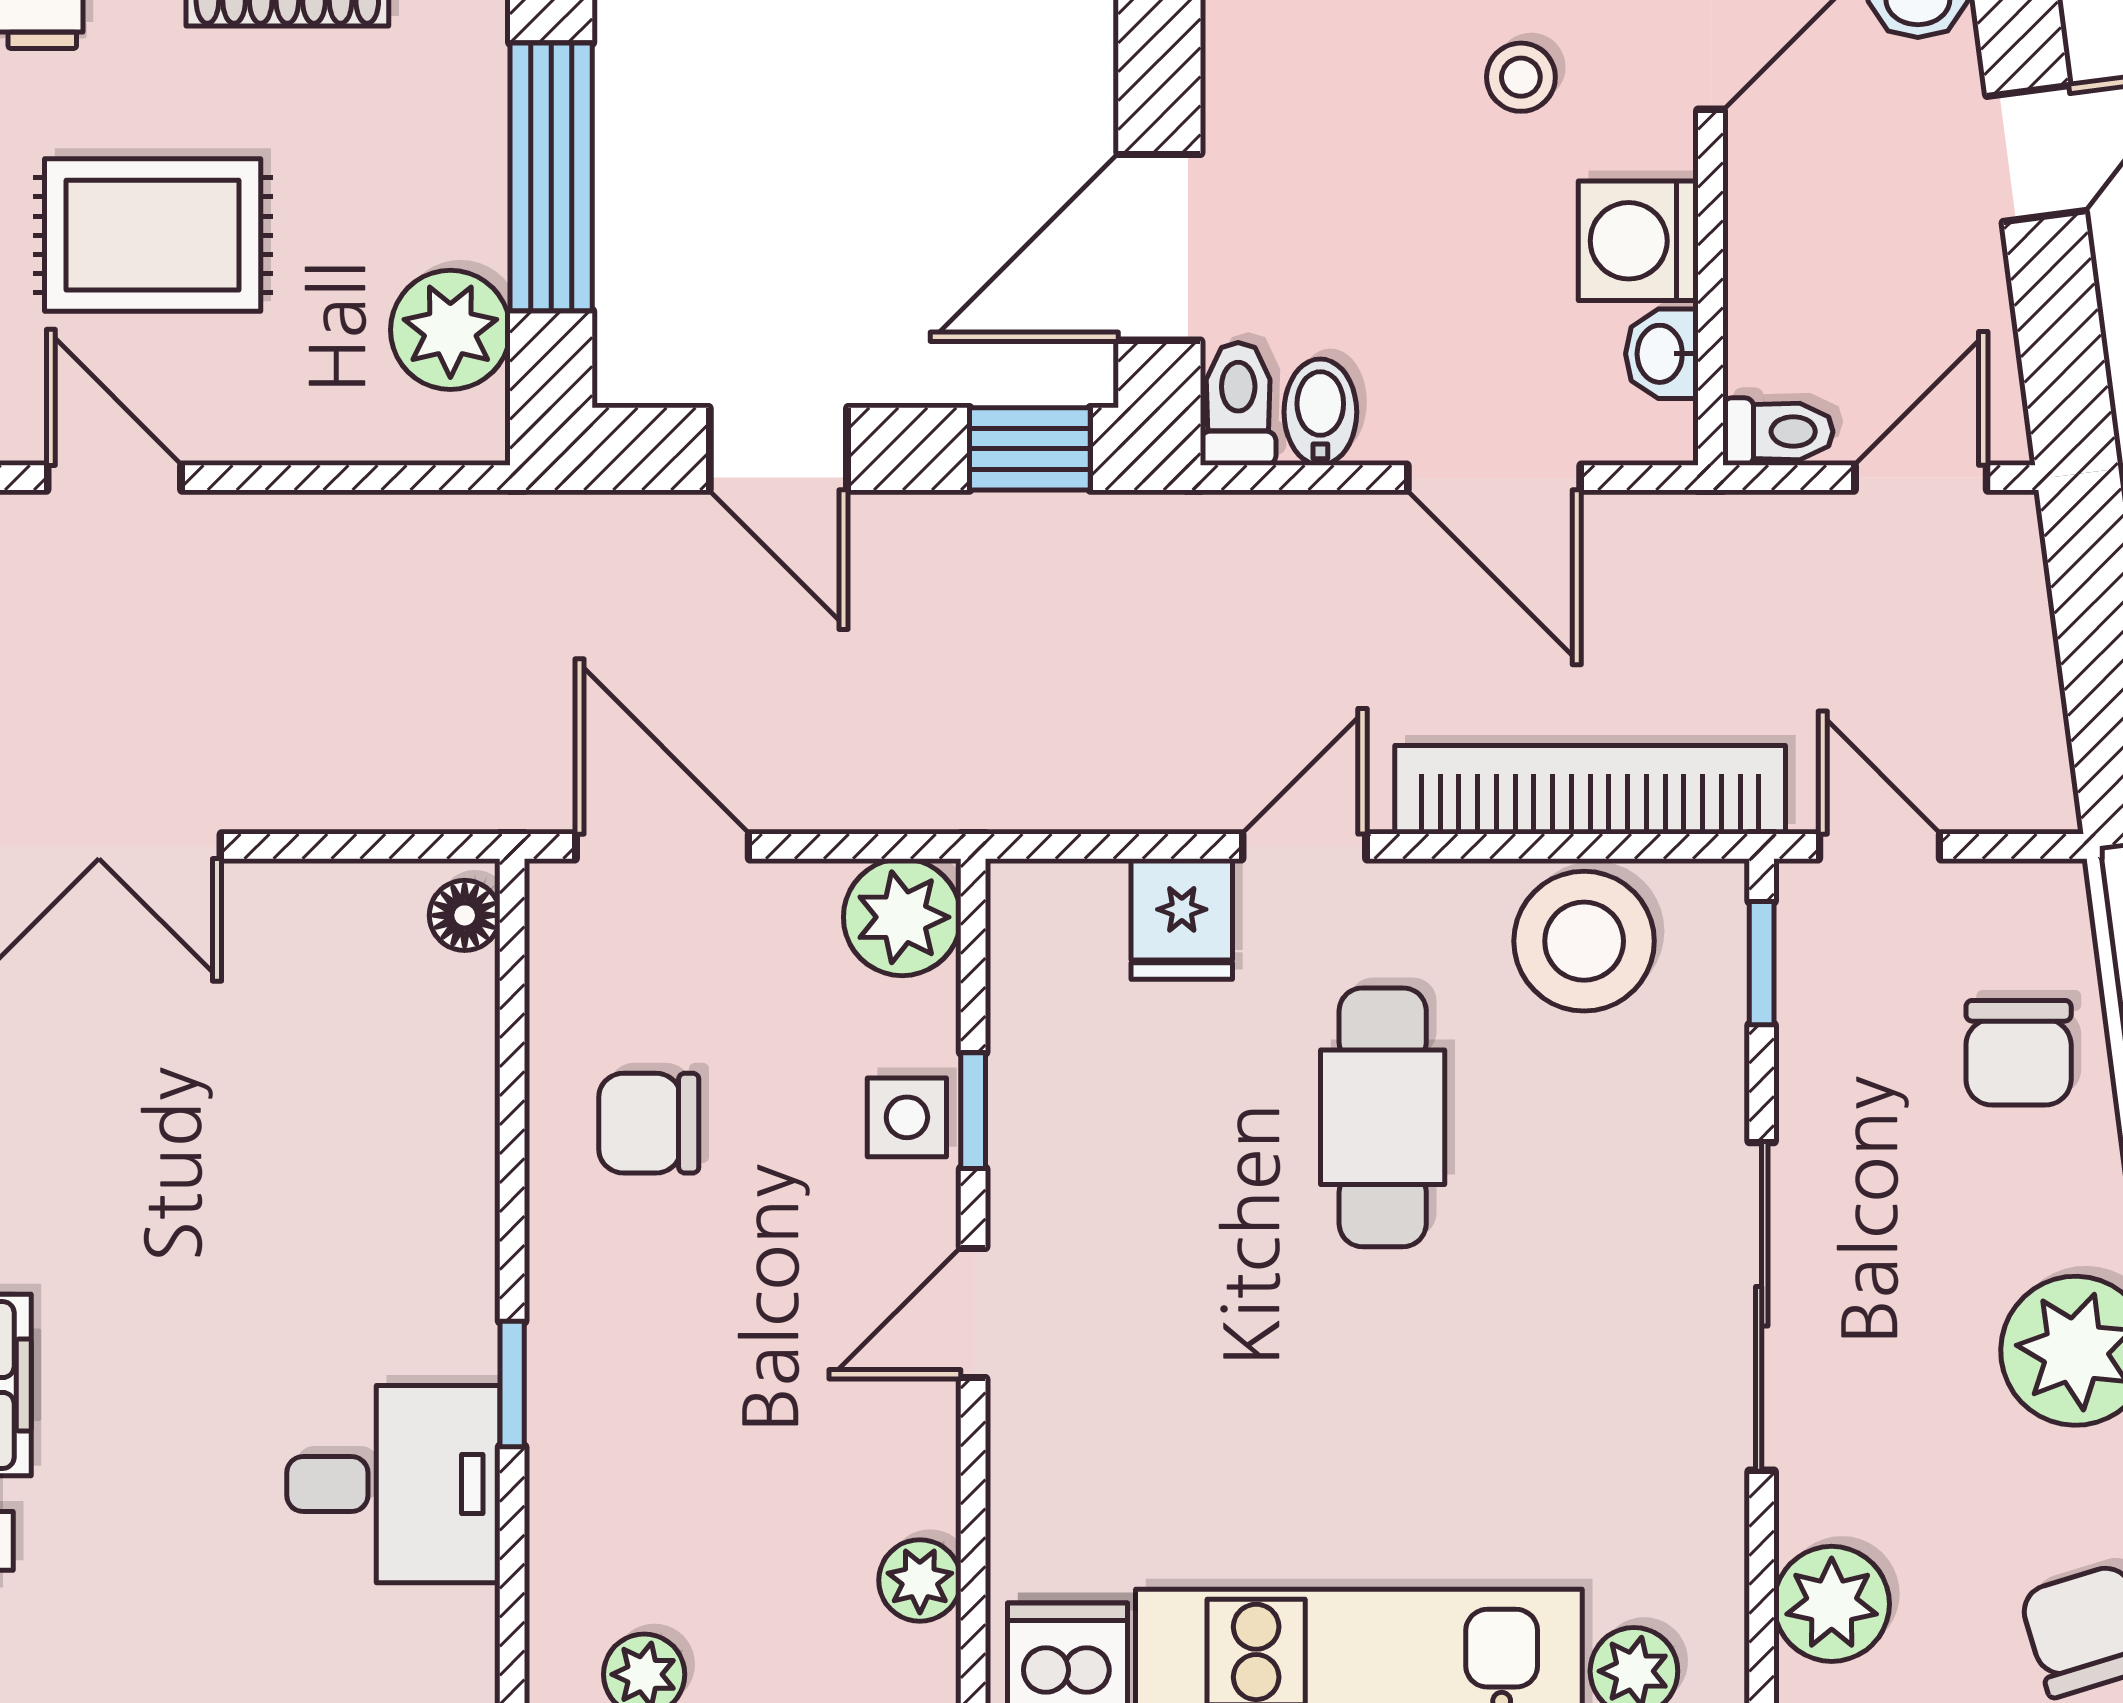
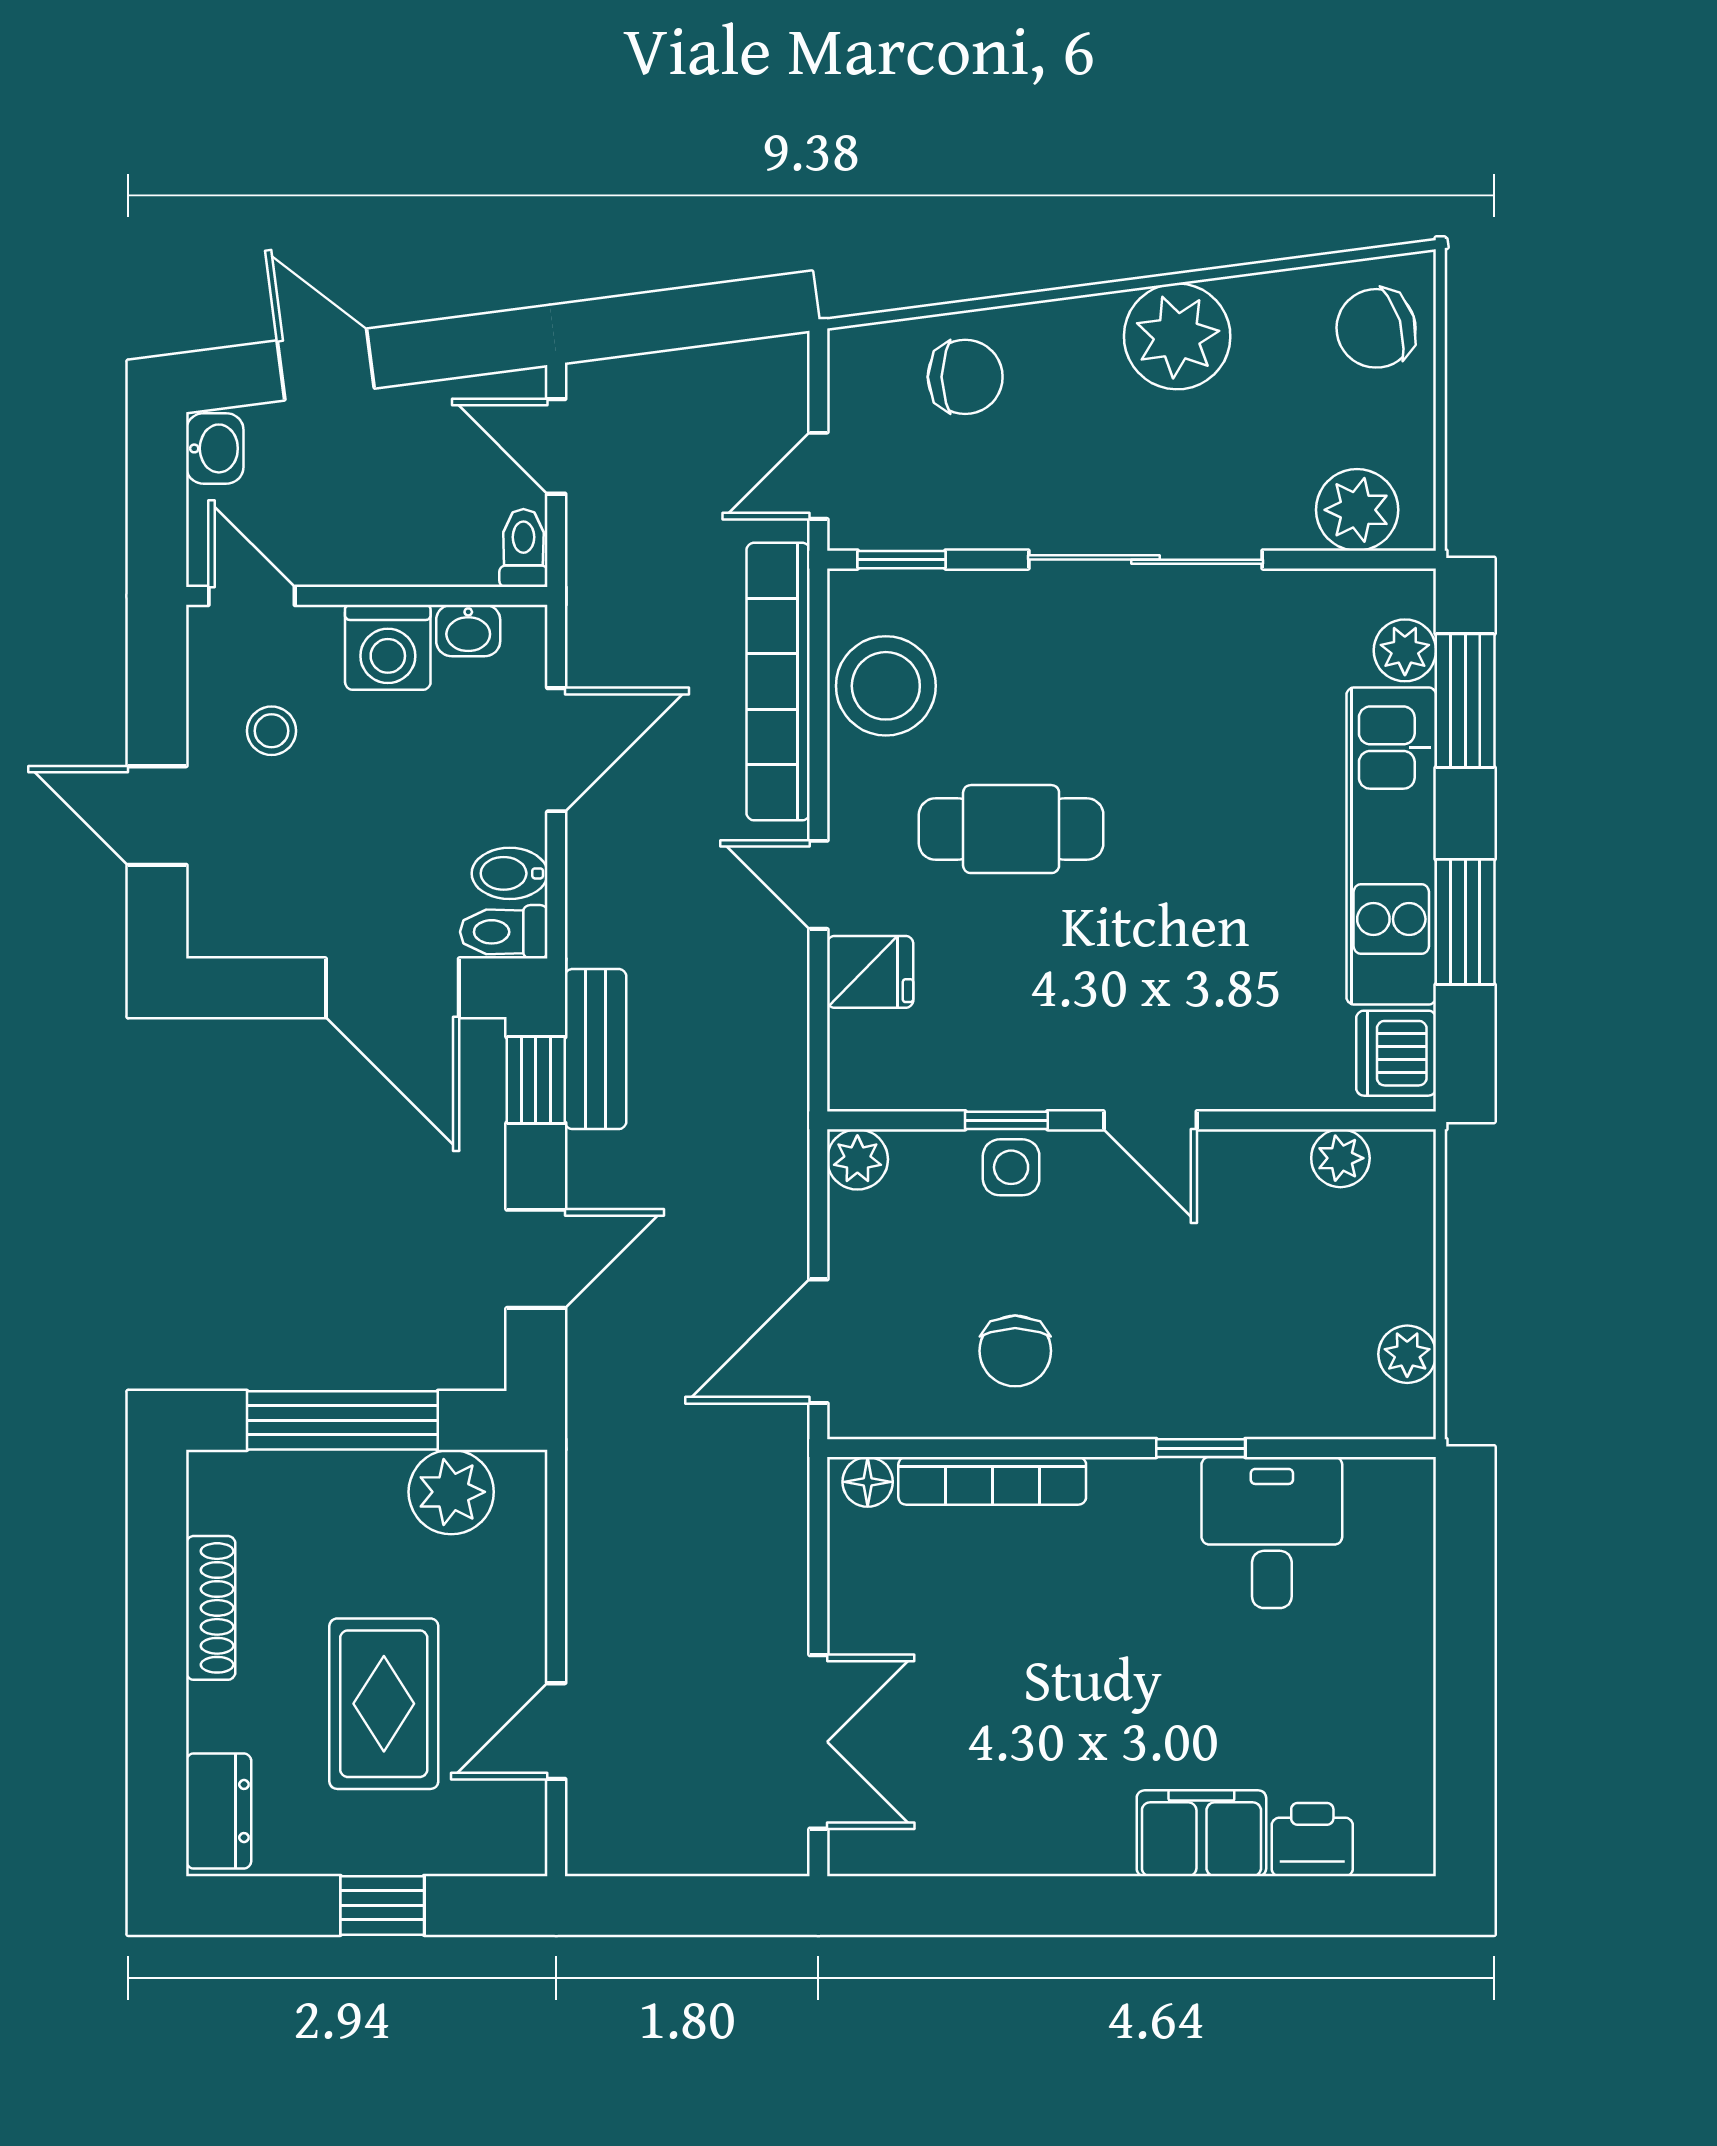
bench: (1073, 533) -> (596, 1049), added
plant: (902, 917) -> (857, 1159), width x0.73, depth x0.73
bookcase: (466, 1091) -> (992, 1481), added

